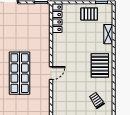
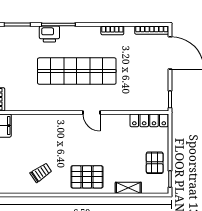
shop shelf: (20, 73) -> (77, 71), width x1.40
door: (51, 73) -> (91, 112), moved

